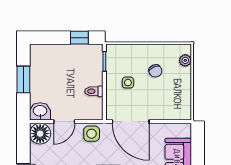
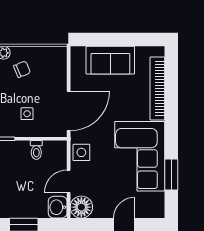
chair: (155, 71) -> (22, 69), moved
door: (64, 122) -> (69, 181), swing flipped

